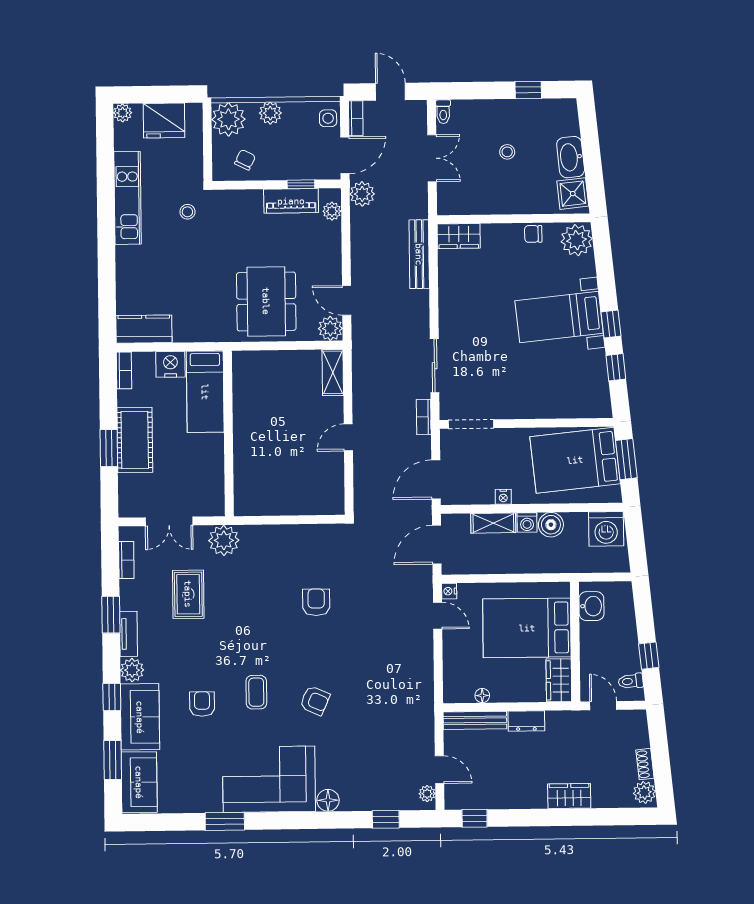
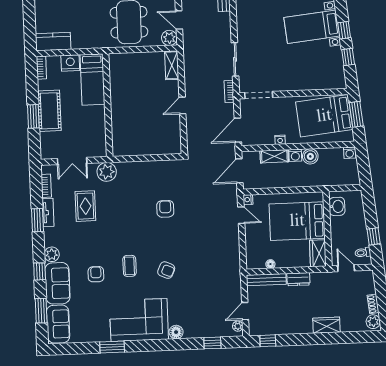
washing machine: (606, 529) -> (350, 153), width x0.53, depth x0.53
tv unit: (128, 634) -> (48, 213), moved
door: (439, 770) -> (245, 311), swing flipped

